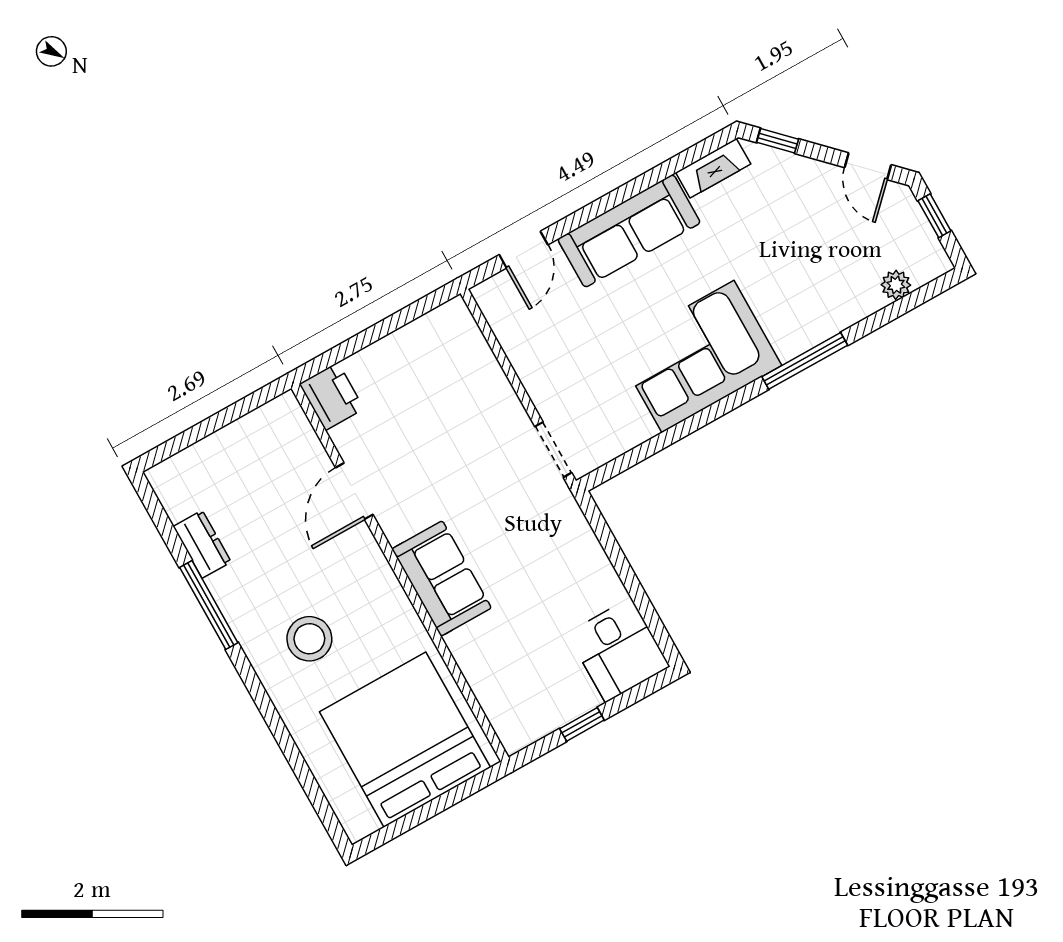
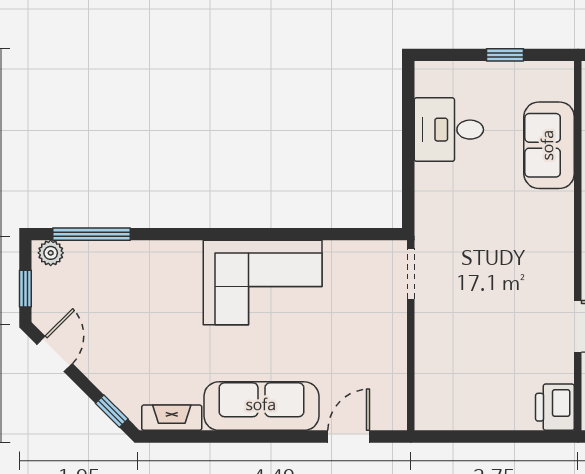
plant: (896, 285) -> (51, 253), moved
window: (805, 361) -> (91, 234), moved
sofa: (442, 578) -> (549, 145), moved
desk: (618, 650) -> (449, 130), moved, turned -90

